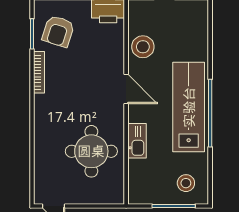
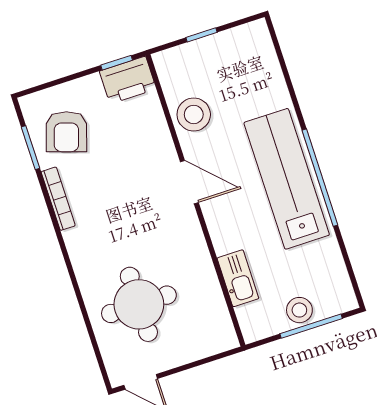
kitchen sink: (137, 141) -> (238, 278), moved
round table: (91, 151) -> (139, 304), moved
stool: (186, 183) -> (299, 310), moved

